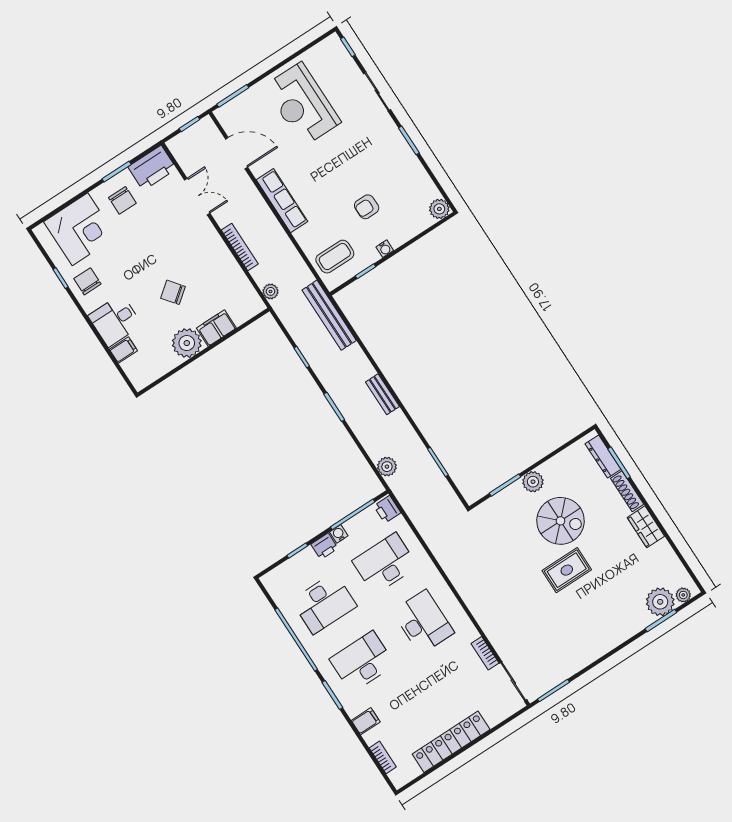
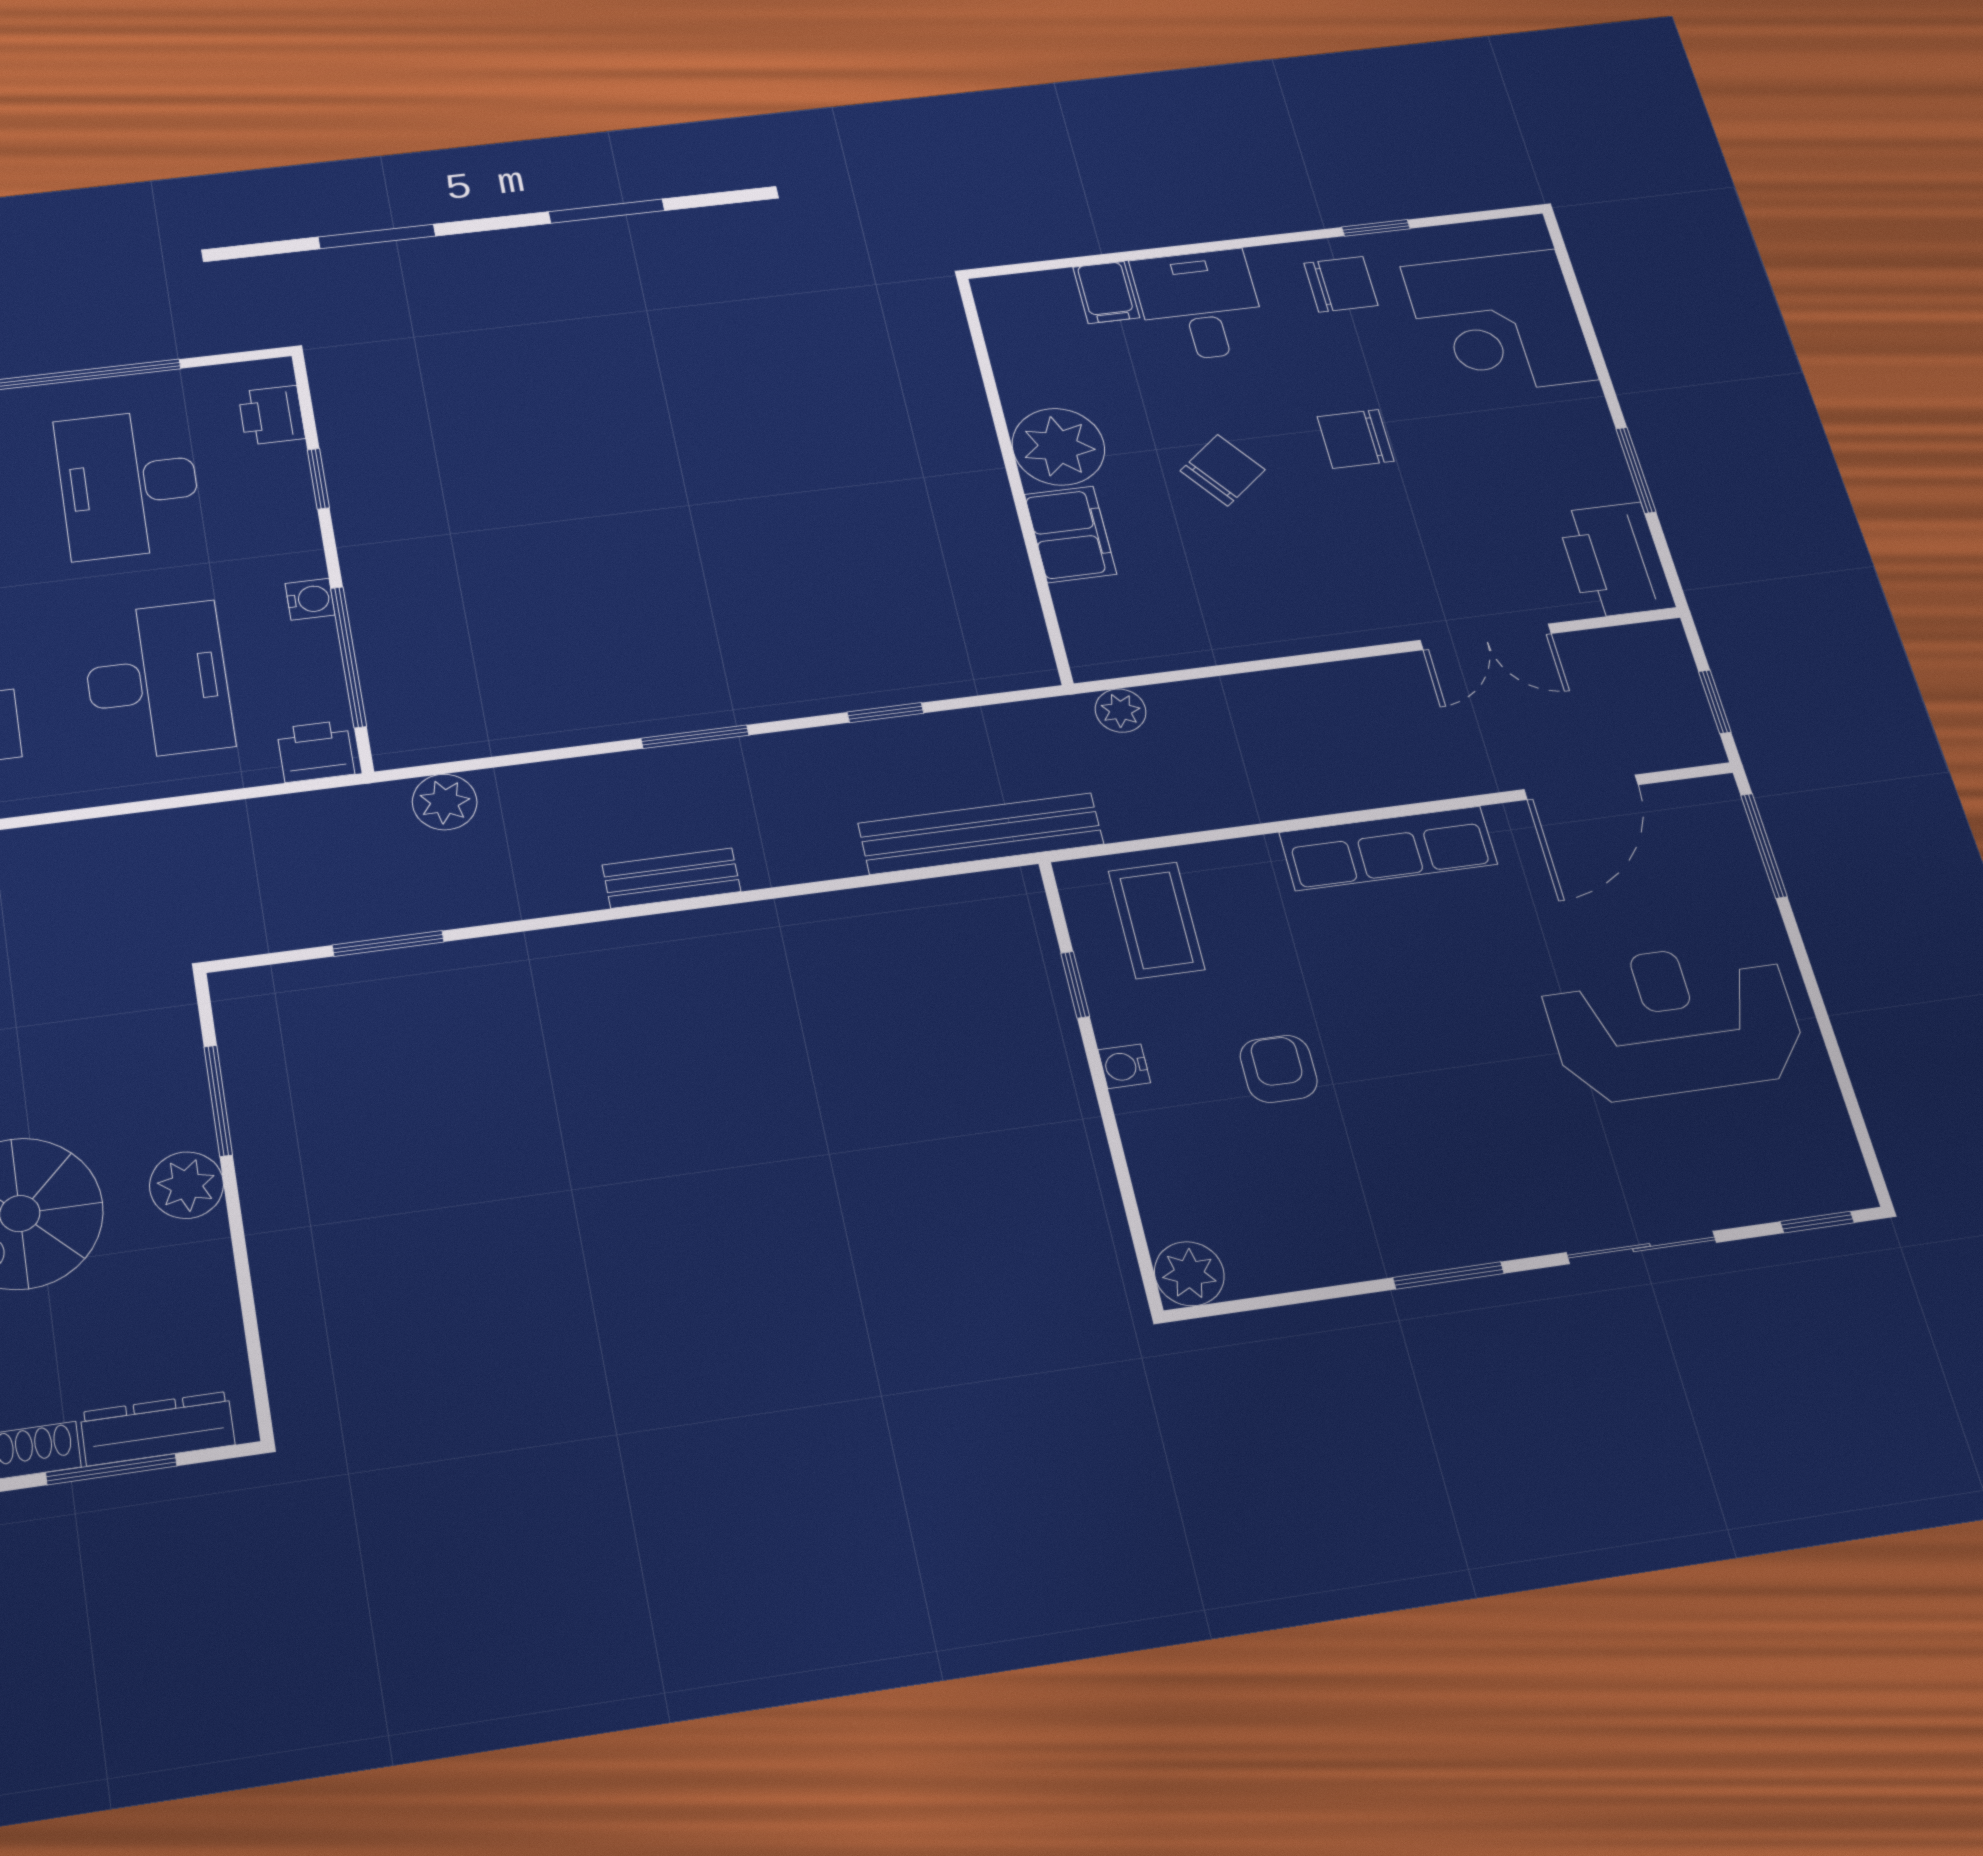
chair: (122, 200) -> (1356, 439), moved
bookcase: (240, 247) -> (1289, 685), removed
printer: (325, 546) -> (272, 415), moved

